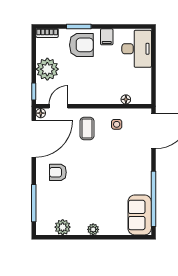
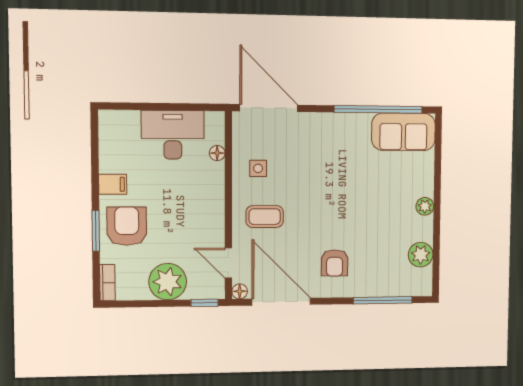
desk: (137, 49) -> (173, 135), moved

